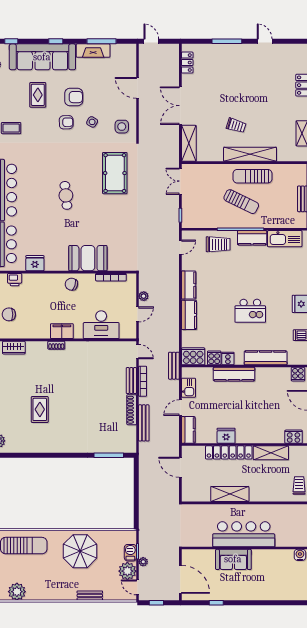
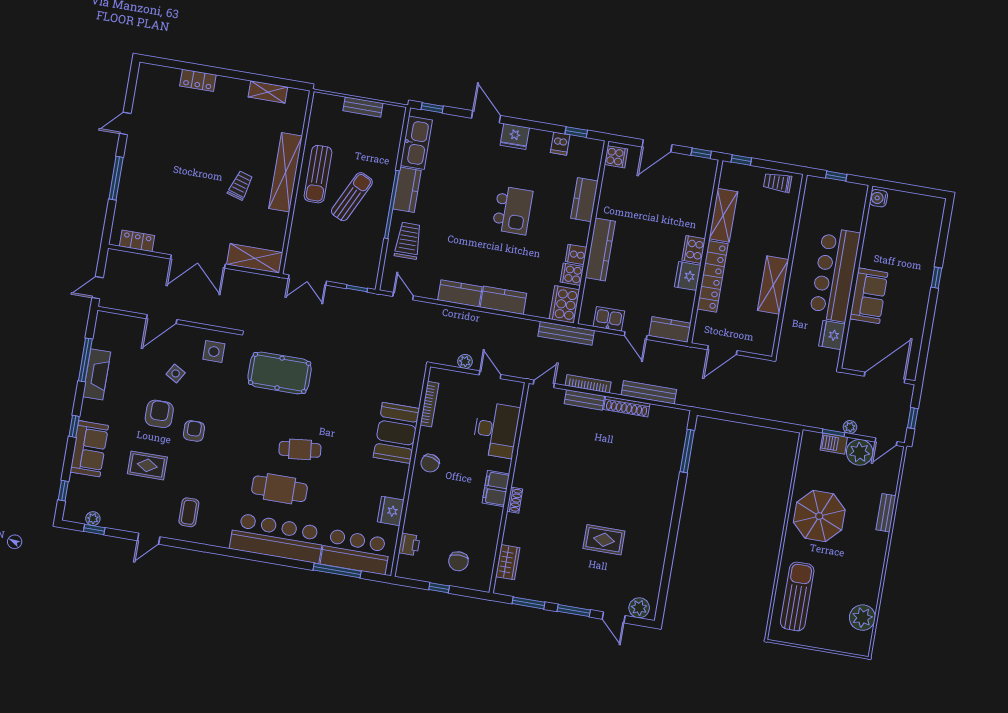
sofa: (42, 57) -> (89, 449), width x0.54, depth x0.79
side table: (92, 122) -> (176, 373), moved
cafe table: (37, 186) -> (280, 489), added
kitchen counter: (266, 358) -> (584, 200), width x0.67
bench: (174, 366) -> (566, 333), width x1.36
cooker: (294, 437) -> (694, 249), moved
fridge: (203, 539) -> (832, 335), added
window: (216, 603) -> (936, 278), moved

